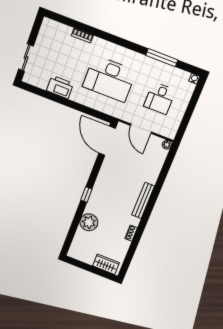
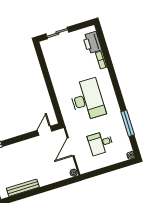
desk: (109, 79) -> (87, 100), turned 180
printer: (60, 87) -> (92, 43), moved, turned 180
door: (107, 141) -> (45, 131), width x0.53

